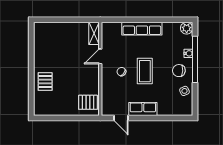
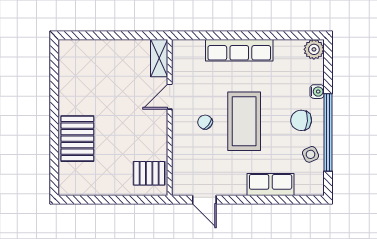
window: (195, 59) -> (328, 132), moved
coffee table: (145, 71) -> (244, 121), width x1.36, depth x1.32
pallet: (45, 82) -> (77, 139), width x1.50, depth x1.42
row of seats: (143, 109) -> (271, 185), moved

